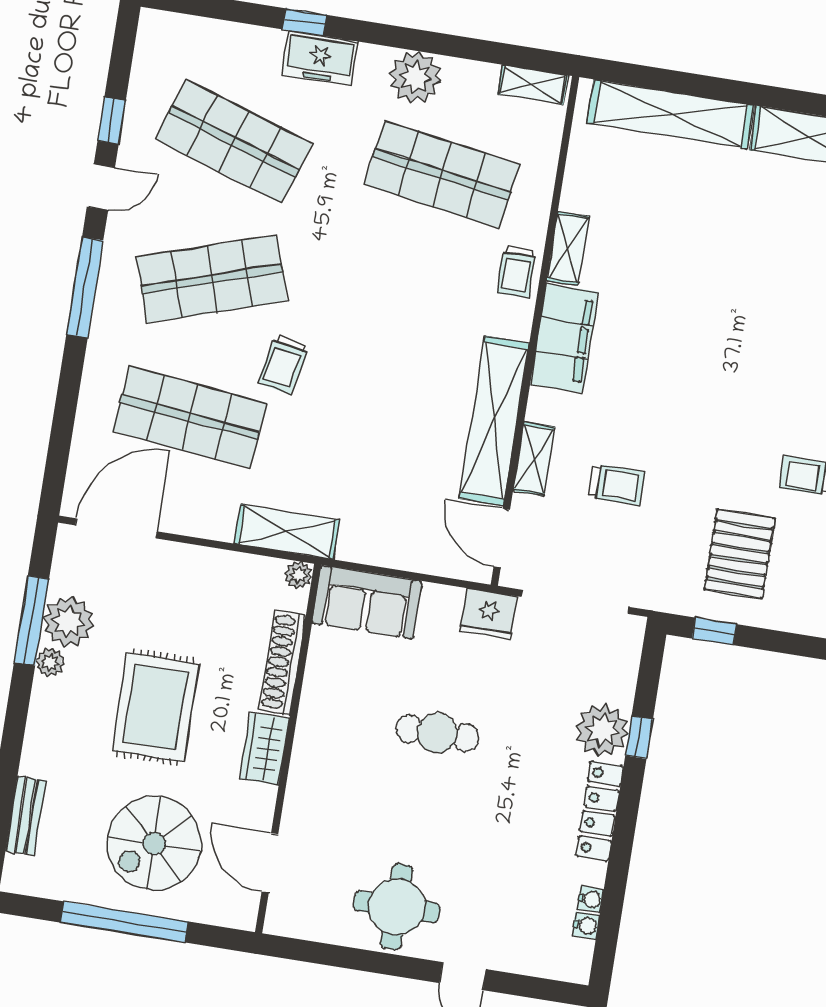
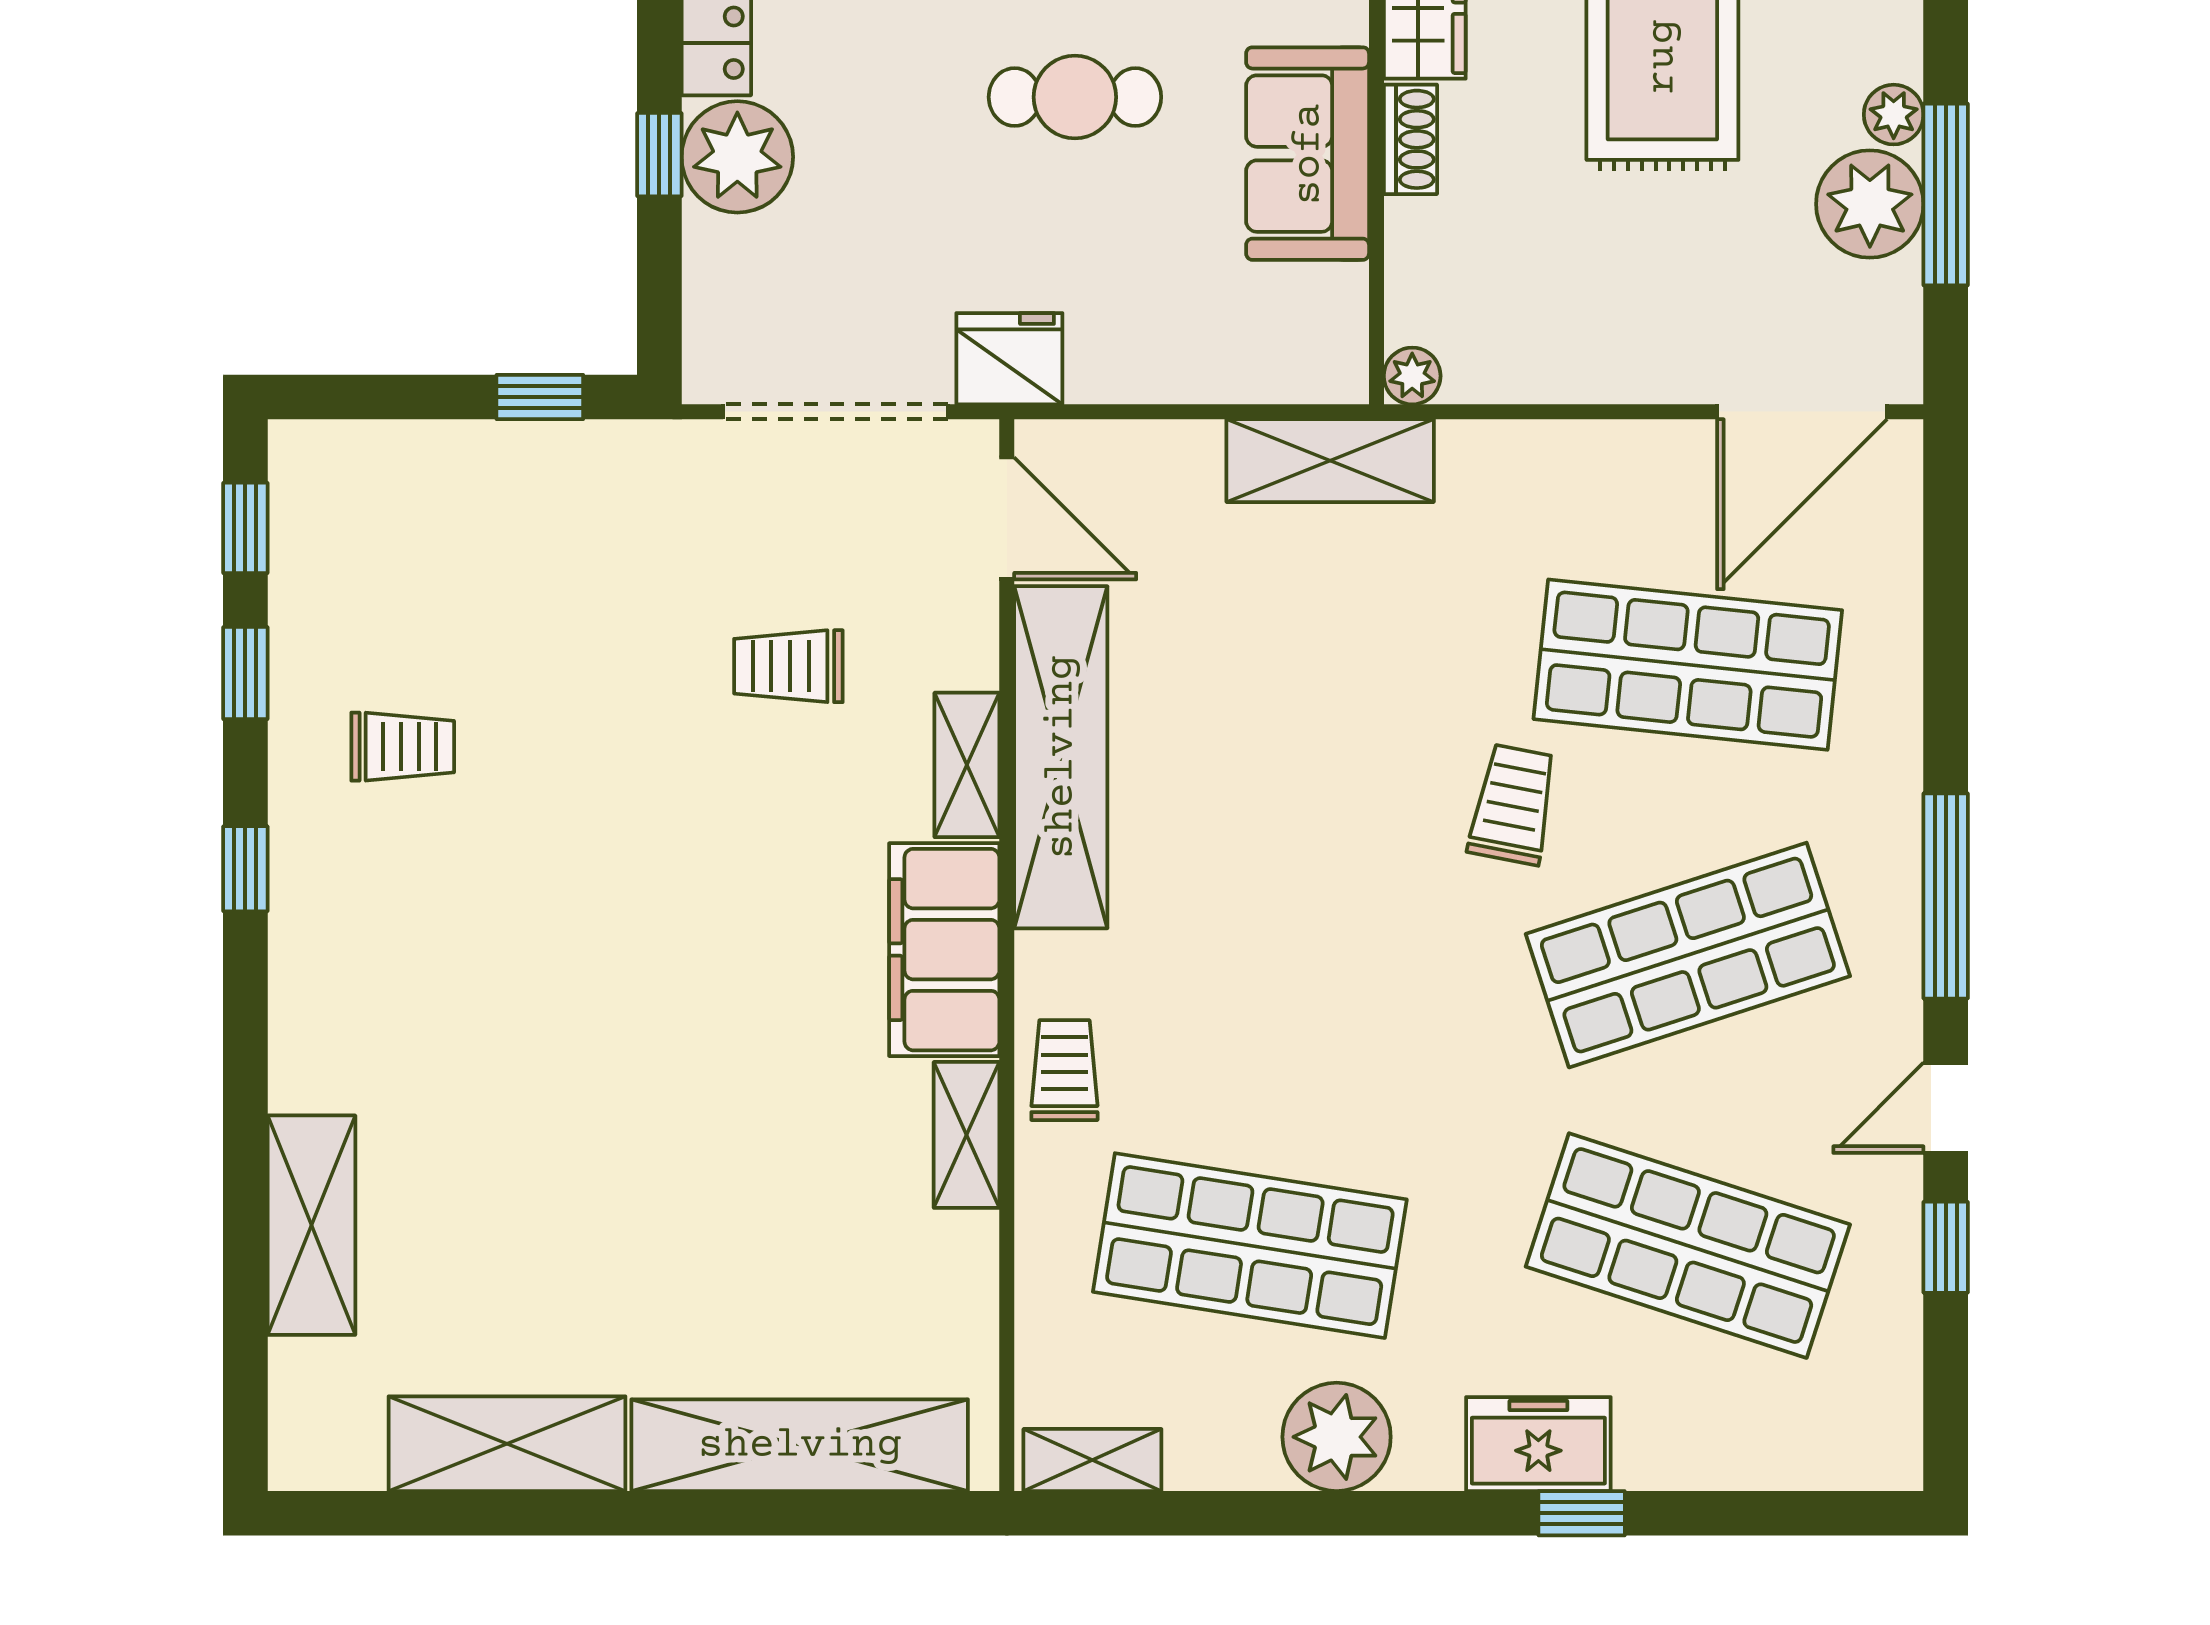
shelving: (534, 459) -> (967, 765), moved
shelving: (287, 532) -> (1330, 461), moved
pallet: (740, 554) -> (513, 564), removed
sofa: (367, 602) -> (1308, 154), moved, turned -90
shoe rack: (282, 662) -> (1410, 139), width x0.51, depth x0.81

